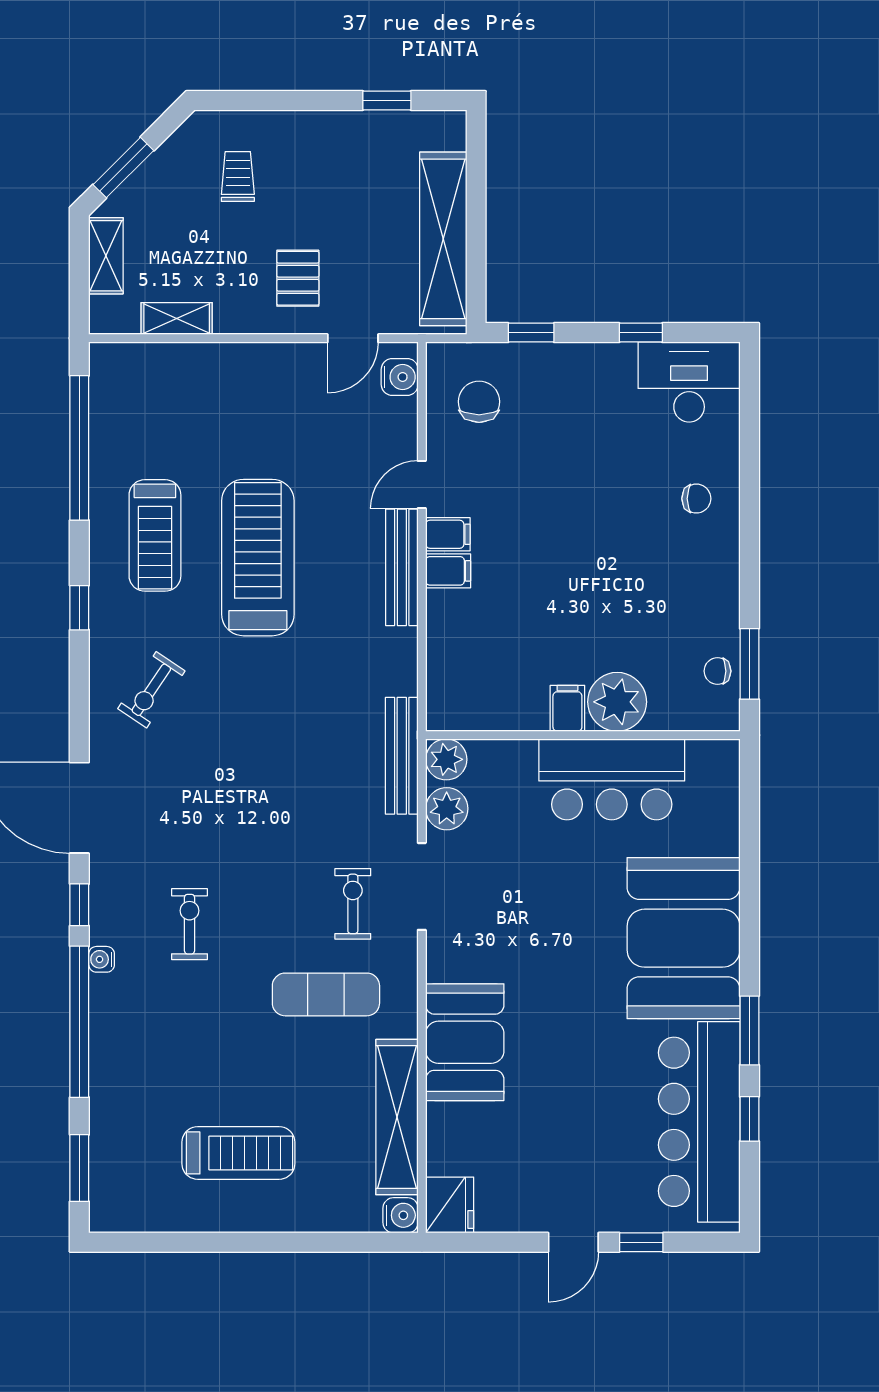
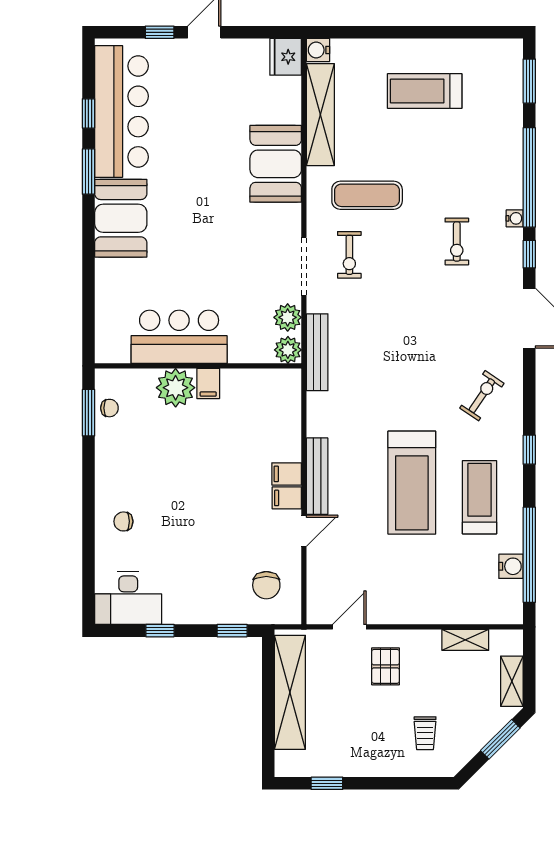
water cooler: (400, 377) -> (511, 566), moved, turned 180
booth: (684, 938) -> (121, 218), width x0.73, depth x0.70

